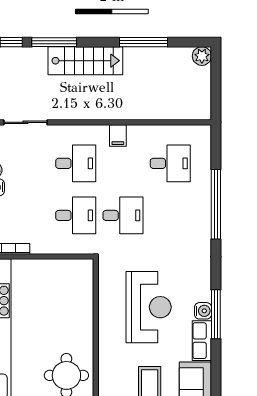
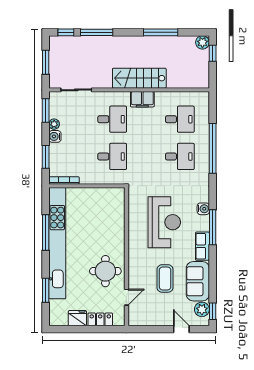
stairs: (85, 61) -> (139, 78), moved, turned 180
window: (216, 71) -> (213, 53), added
filing cabinet: (118, 135) -> (142, 99), width x2.00
desk: (123, 215) -> (180, 156), moved
water cooler: (203, 311) -> (203, 209), moved

